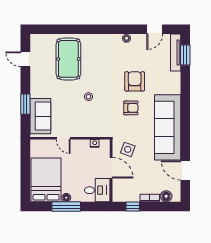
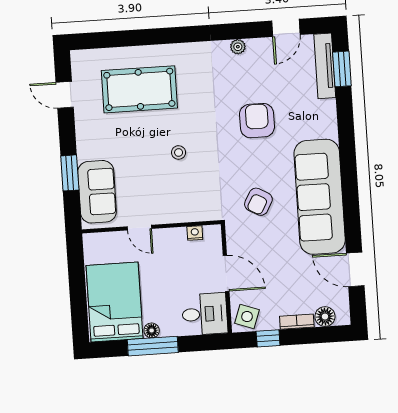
pool table: (68, 59) -> (139, 89), turned 90
armchair: (131, 108) -> (258, 202), moved, turned 119
side table: (128, 149) -> (247, 317), moved

